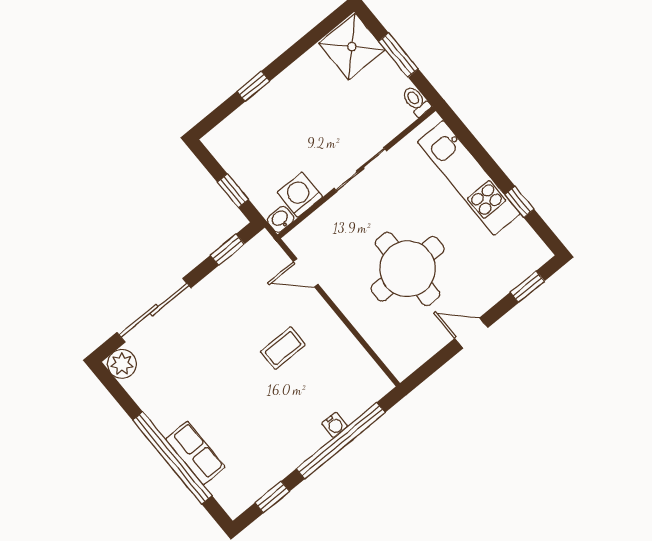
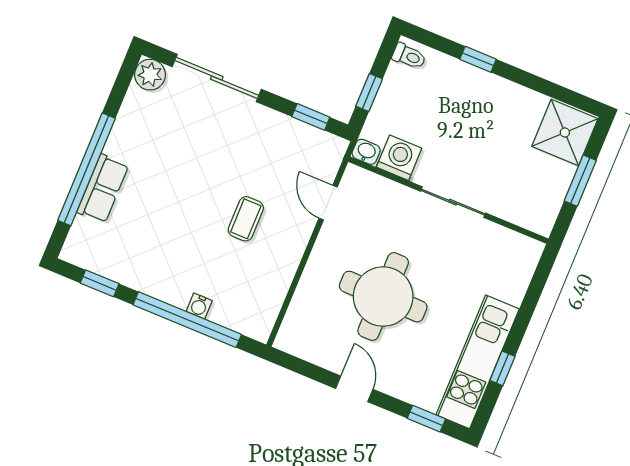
toilet: (416, 101) -> (409, 56), moved, turned 90
kitchen unit: (469, 178) -> (478, 362), moved
coffee table: (283, 348) -> (246, 219), turned 90

